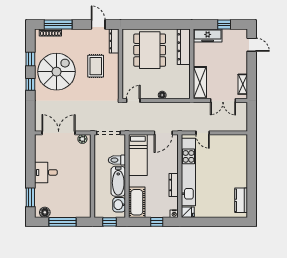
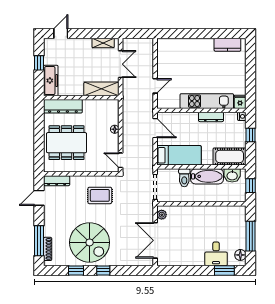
rug: (96, 66) -> (100, 195), moved
spiral stairs: (57, 72) -> (90, 242), turned 180
desk: (46, 172) -> (216, 254), moved
kitchen unit: (188, 172) -> (207, 101), width x0.73

